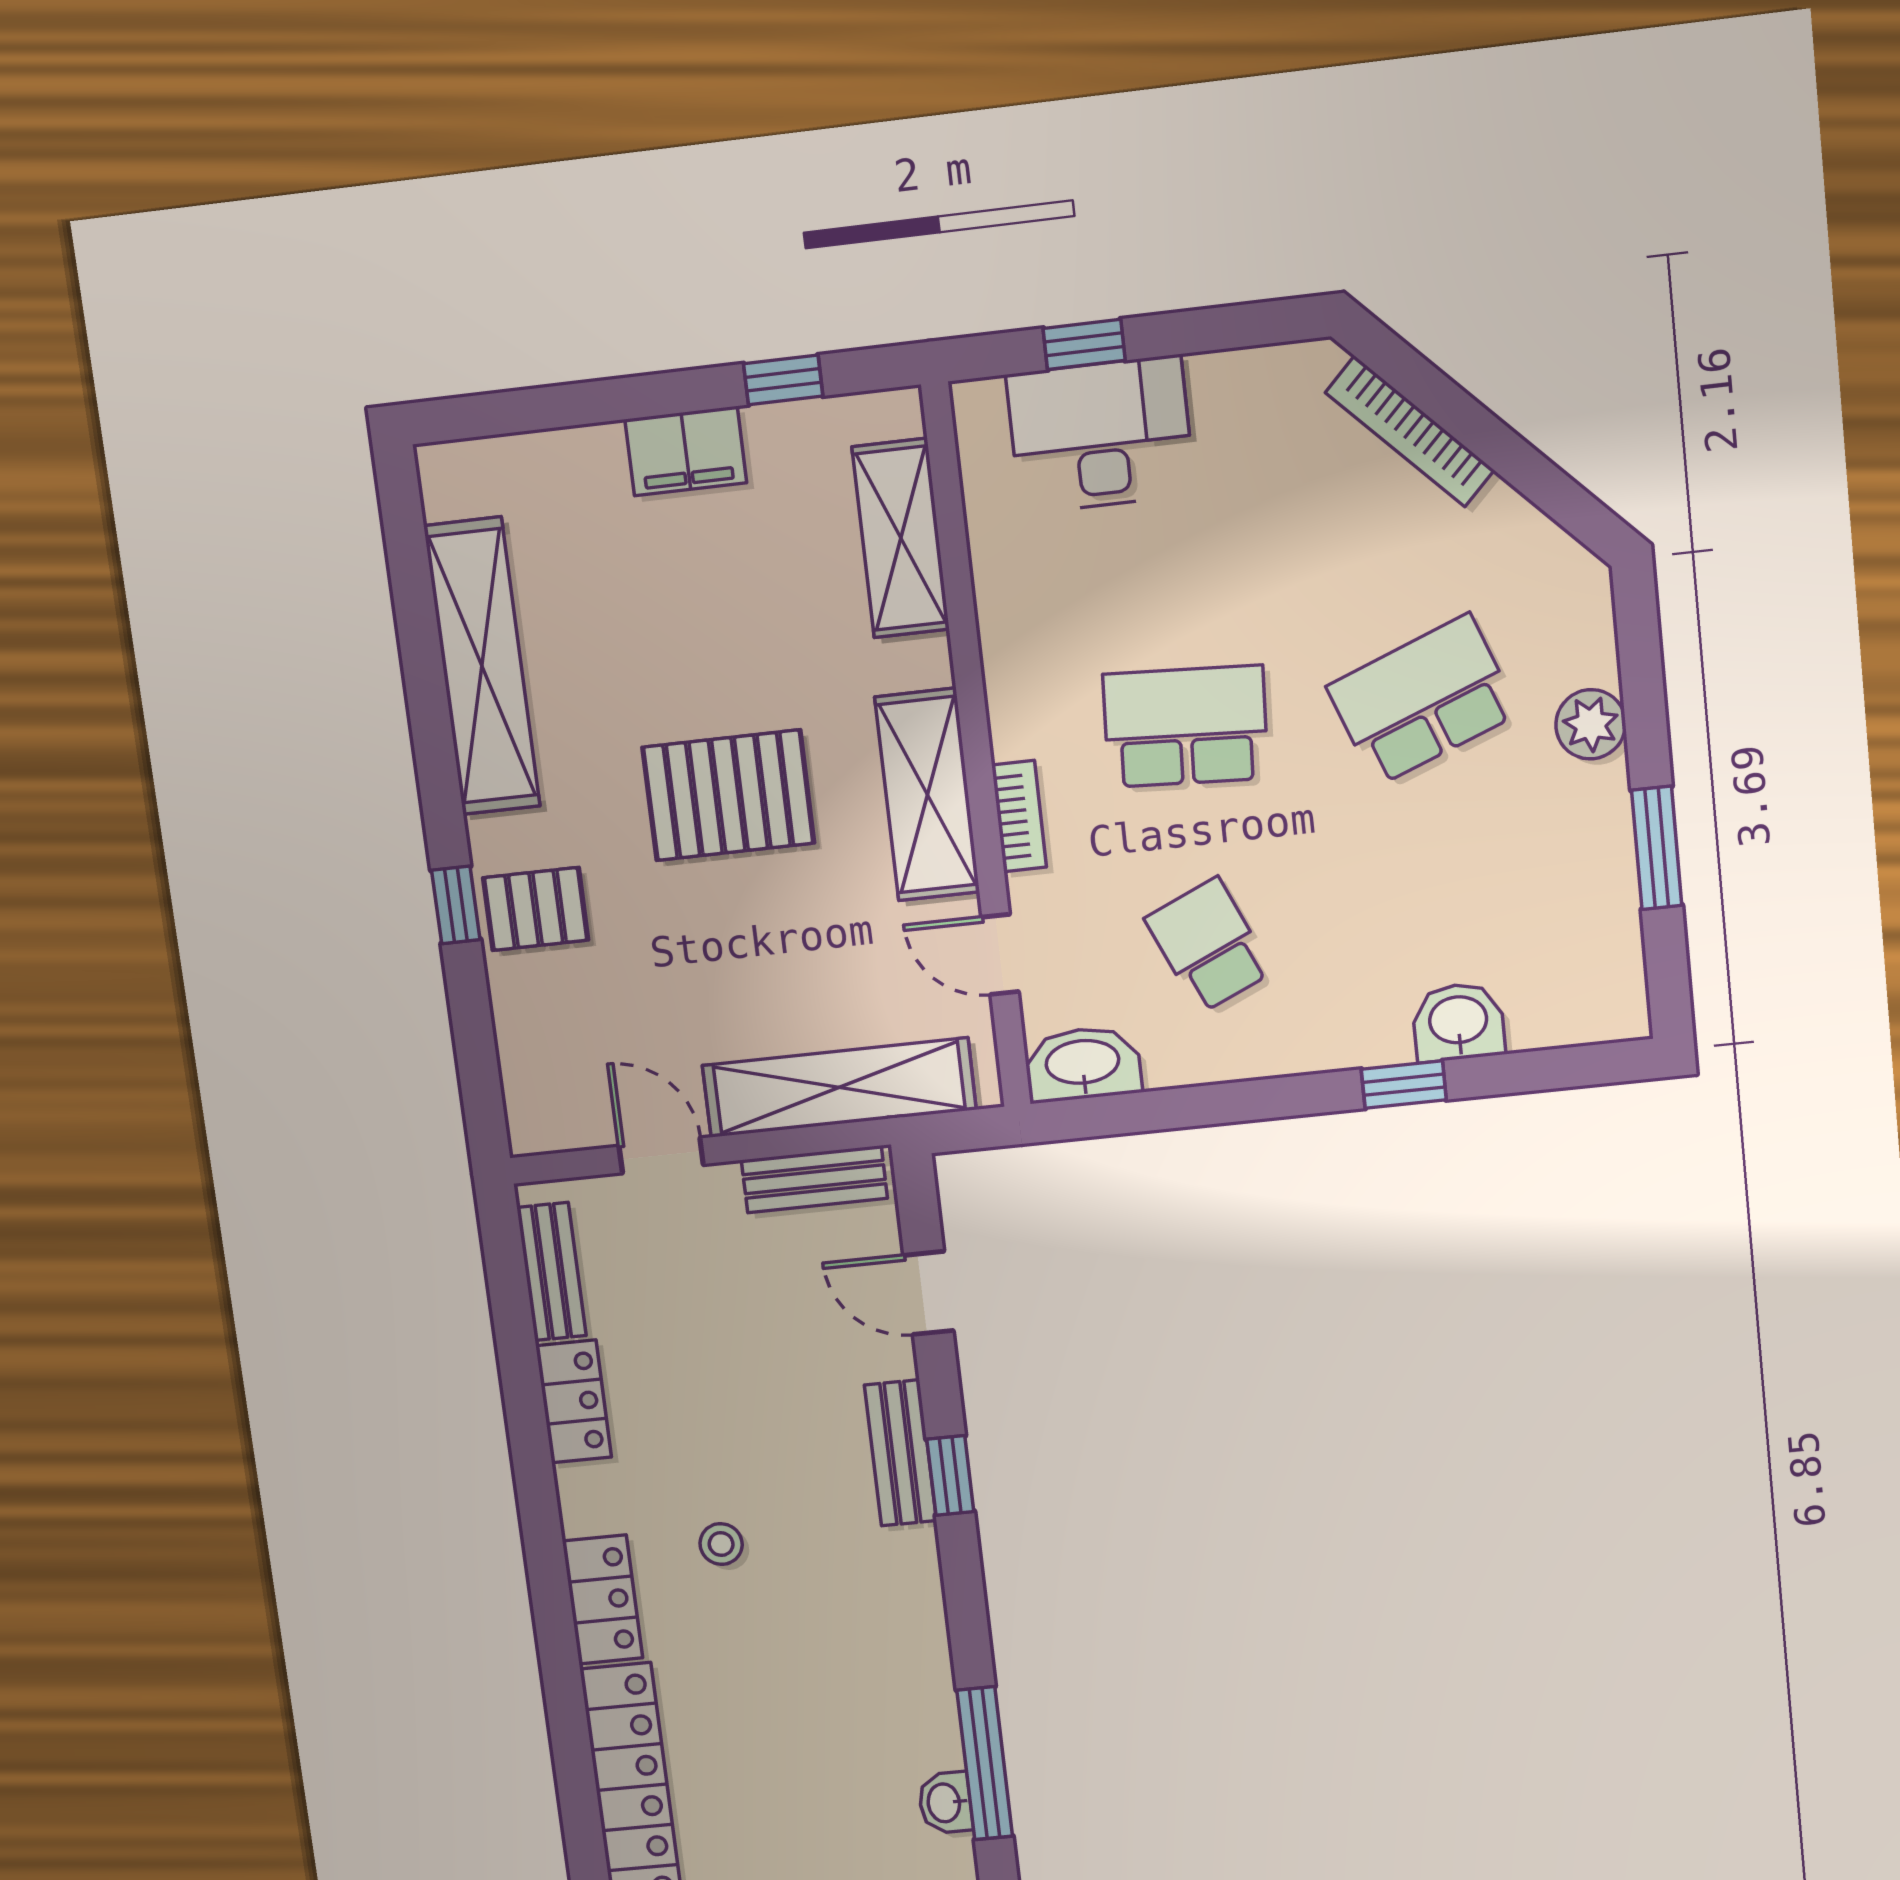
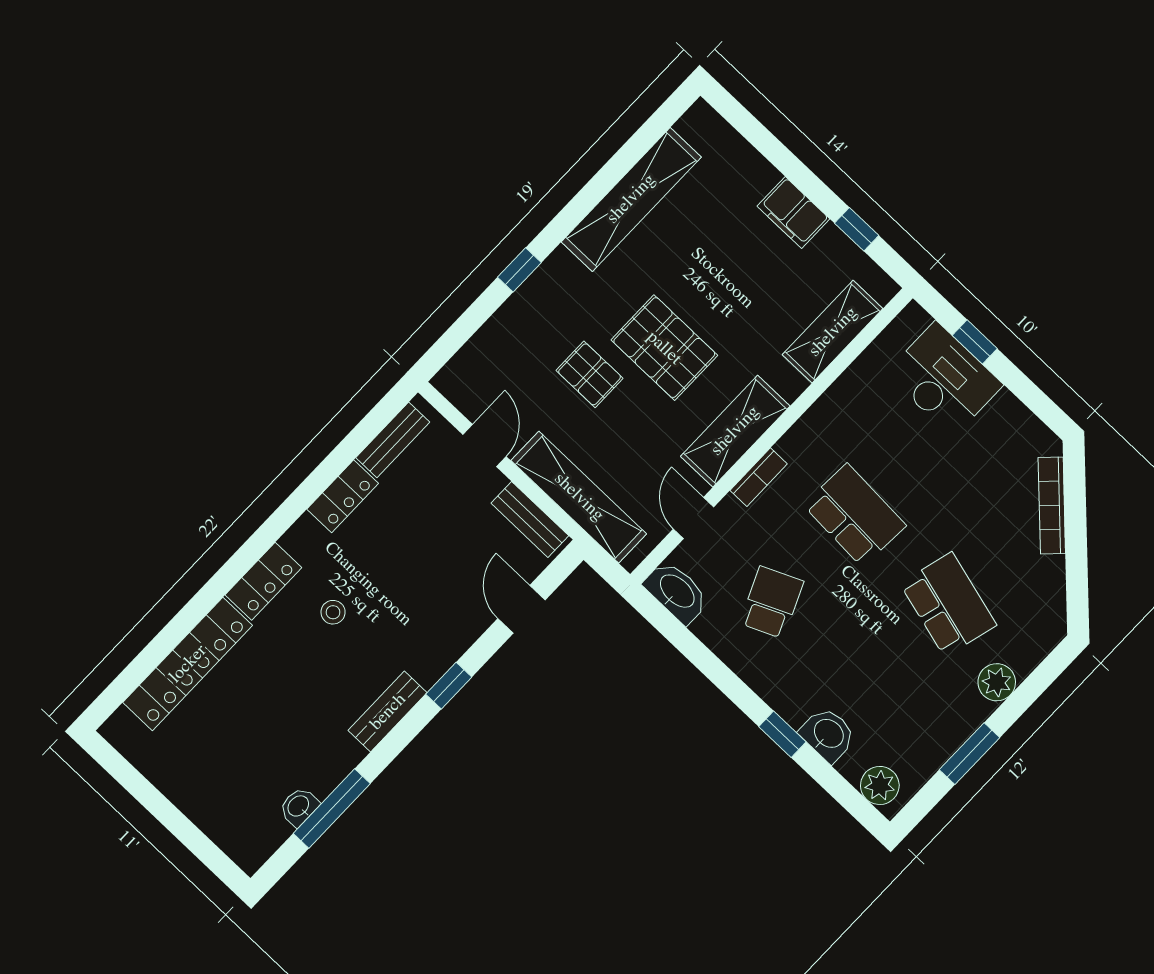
school desk: (1423, 700) -> (948, 604), turned 36
pallet: (536, 909) -> (590, 374), moved
plant: (1591, 1010) -> (880, 785), added
bench: (900, 1453) -> (388, 712), moved

